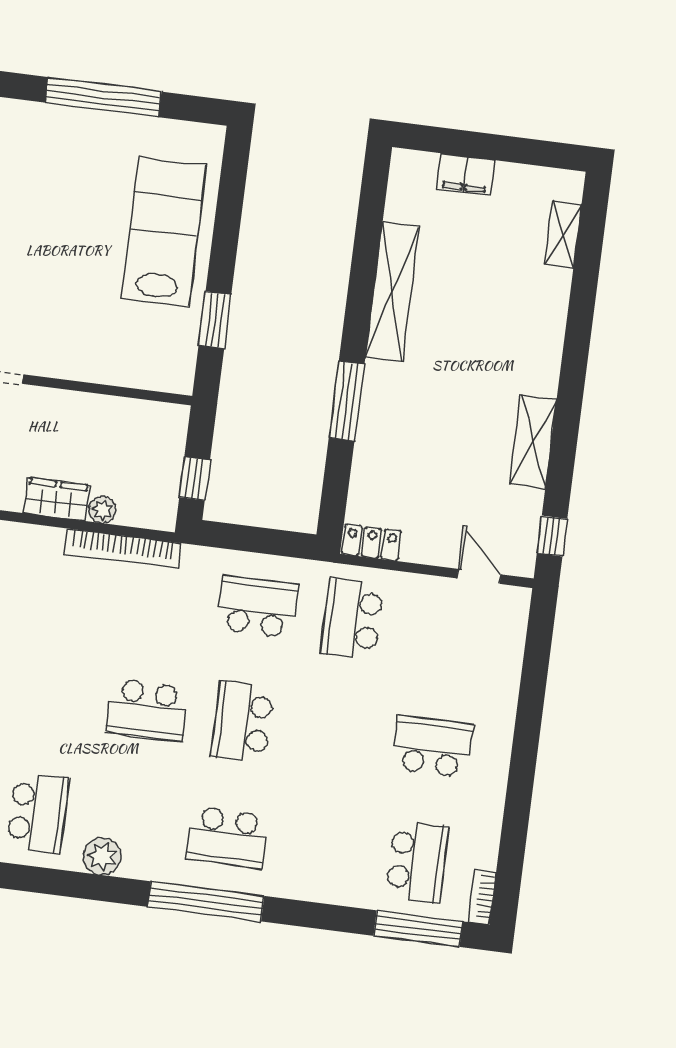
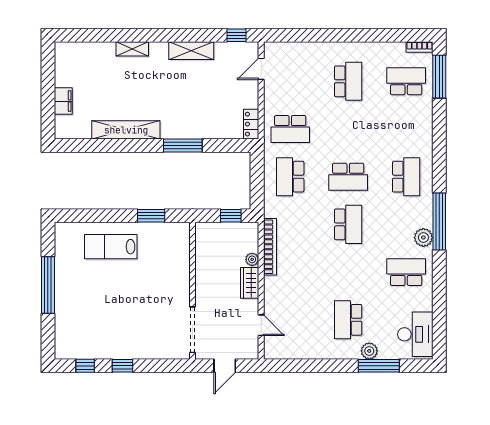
lab bench: (164, 232) -> (111, 247), width x0.73, depth x0.72
shelving: (563, 234) -> (132, 49), moved
school desk: (432, 746) -> (348, 81), turned 180
window: (206, 901) -> (439, 222), moved

